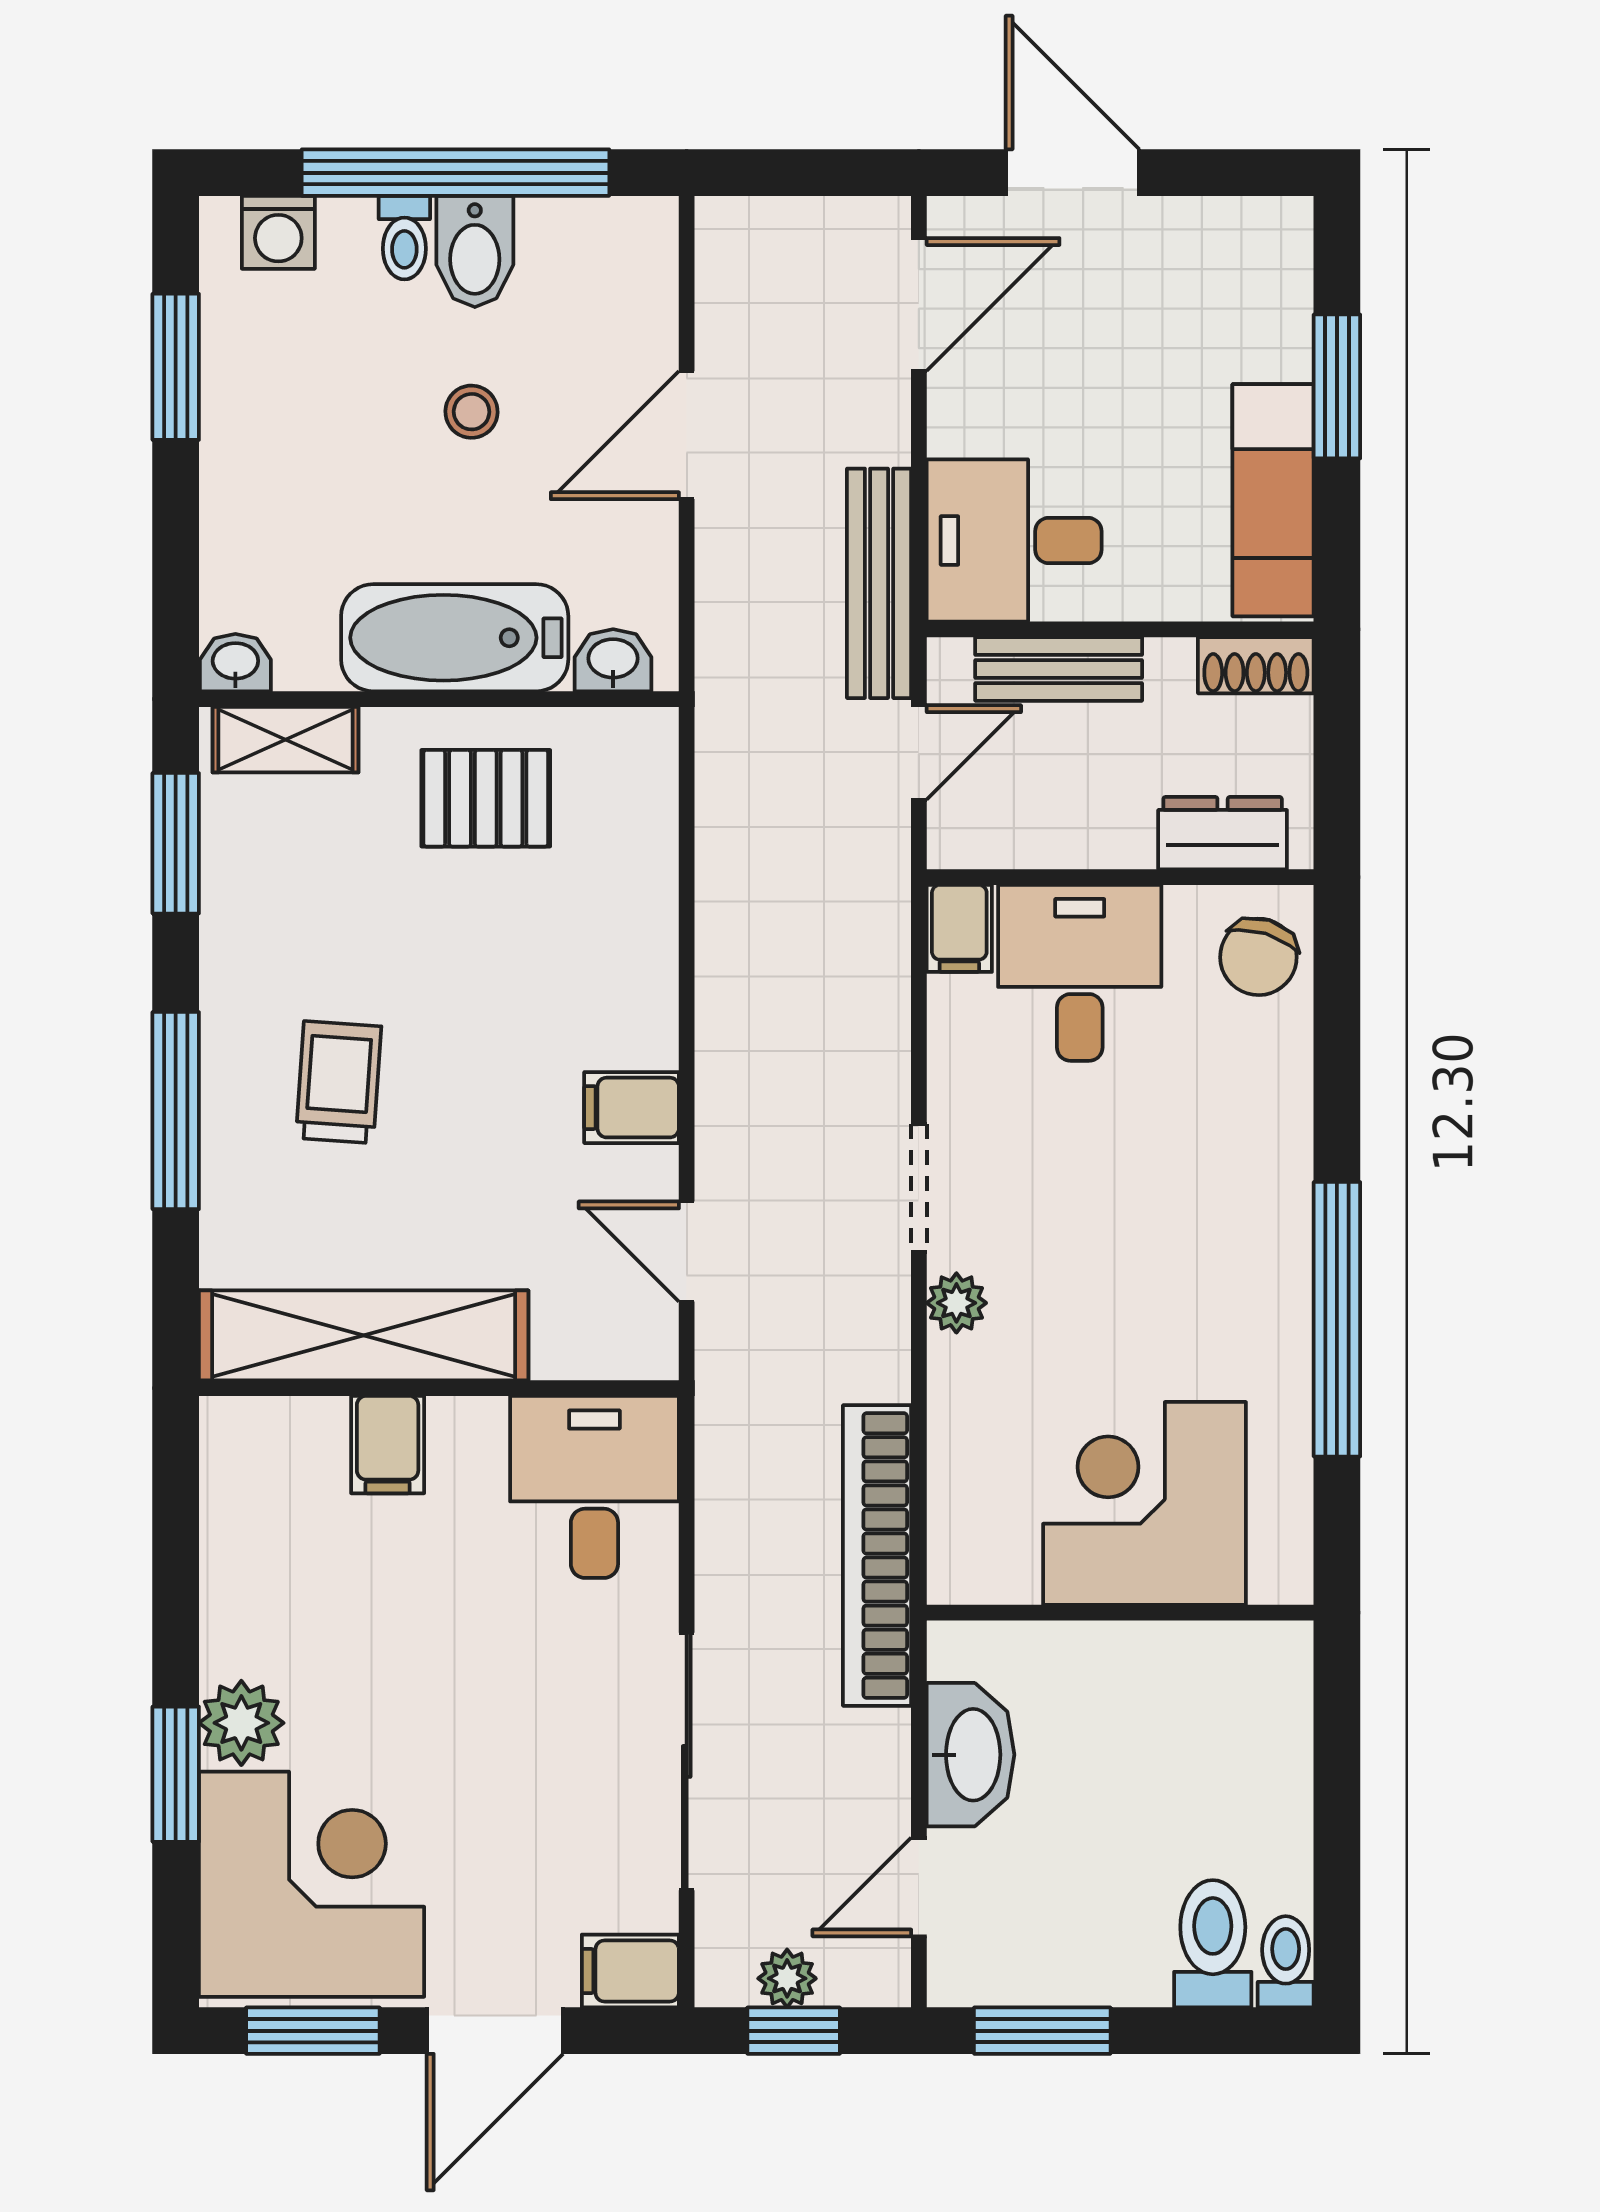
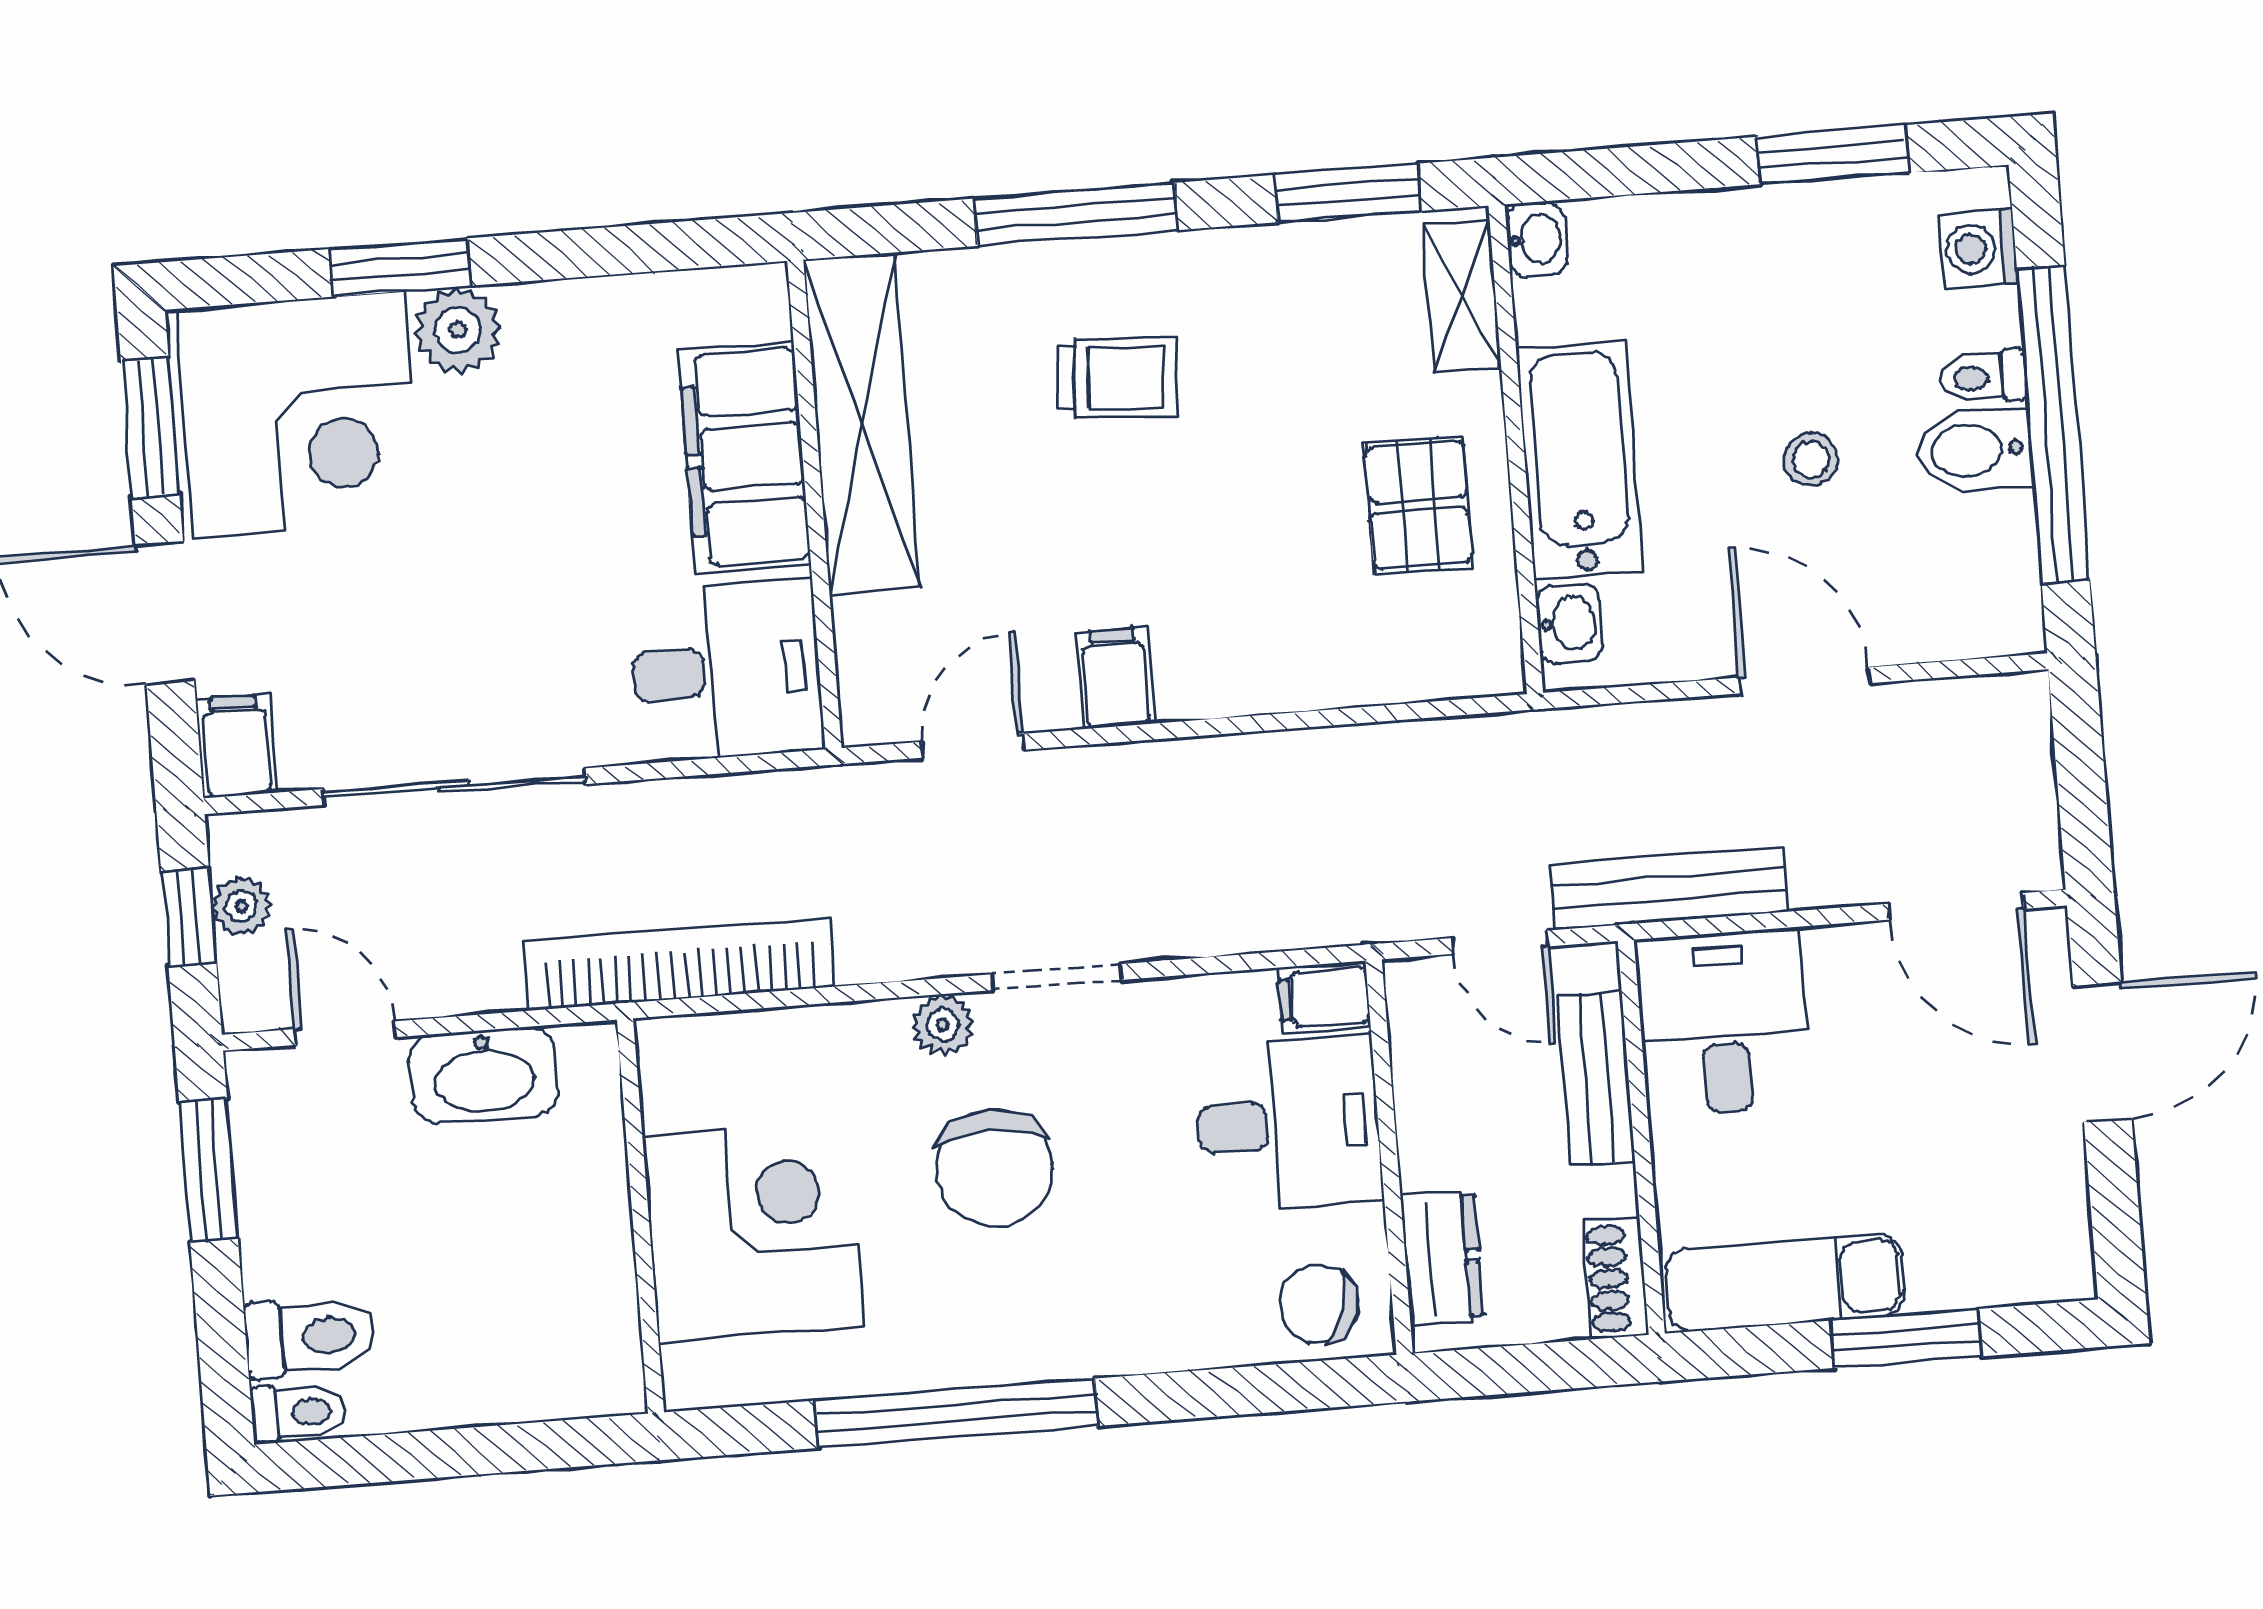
chair: (1100, 1264) -> (994, 1168), added
filing cabinet: (388, 1445) -> (744, 457), width x3.00, depth x1.17

